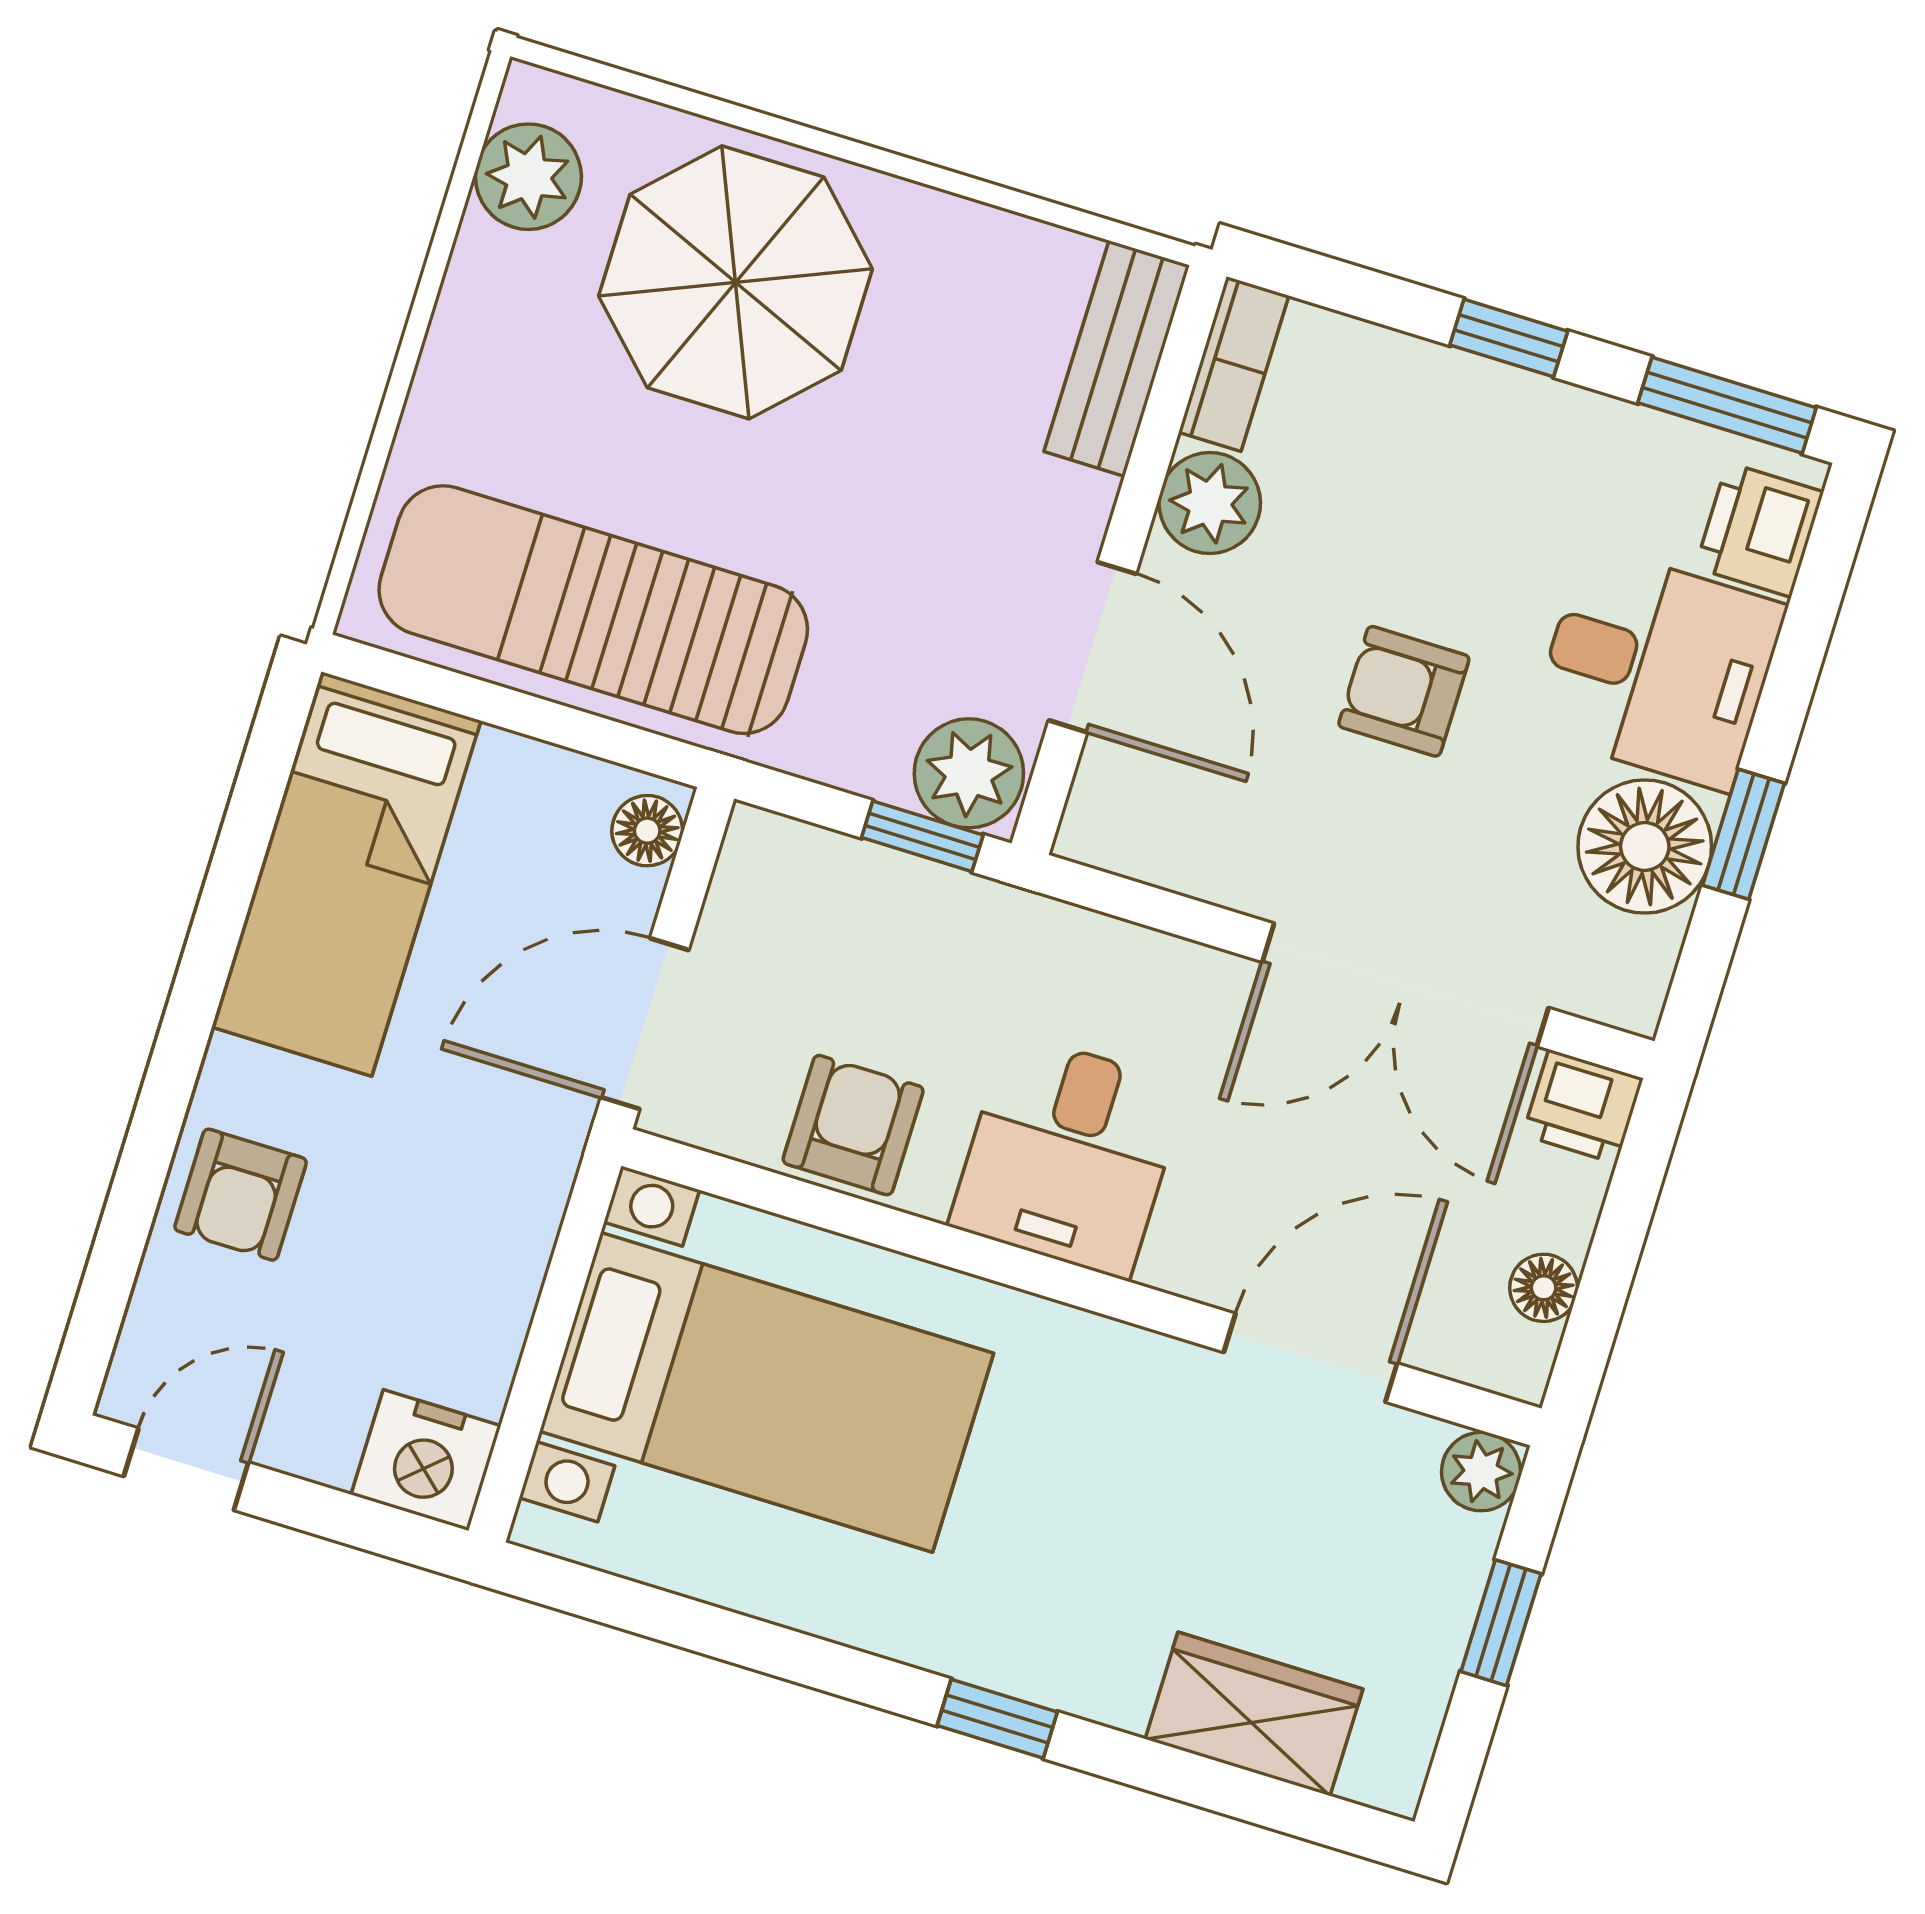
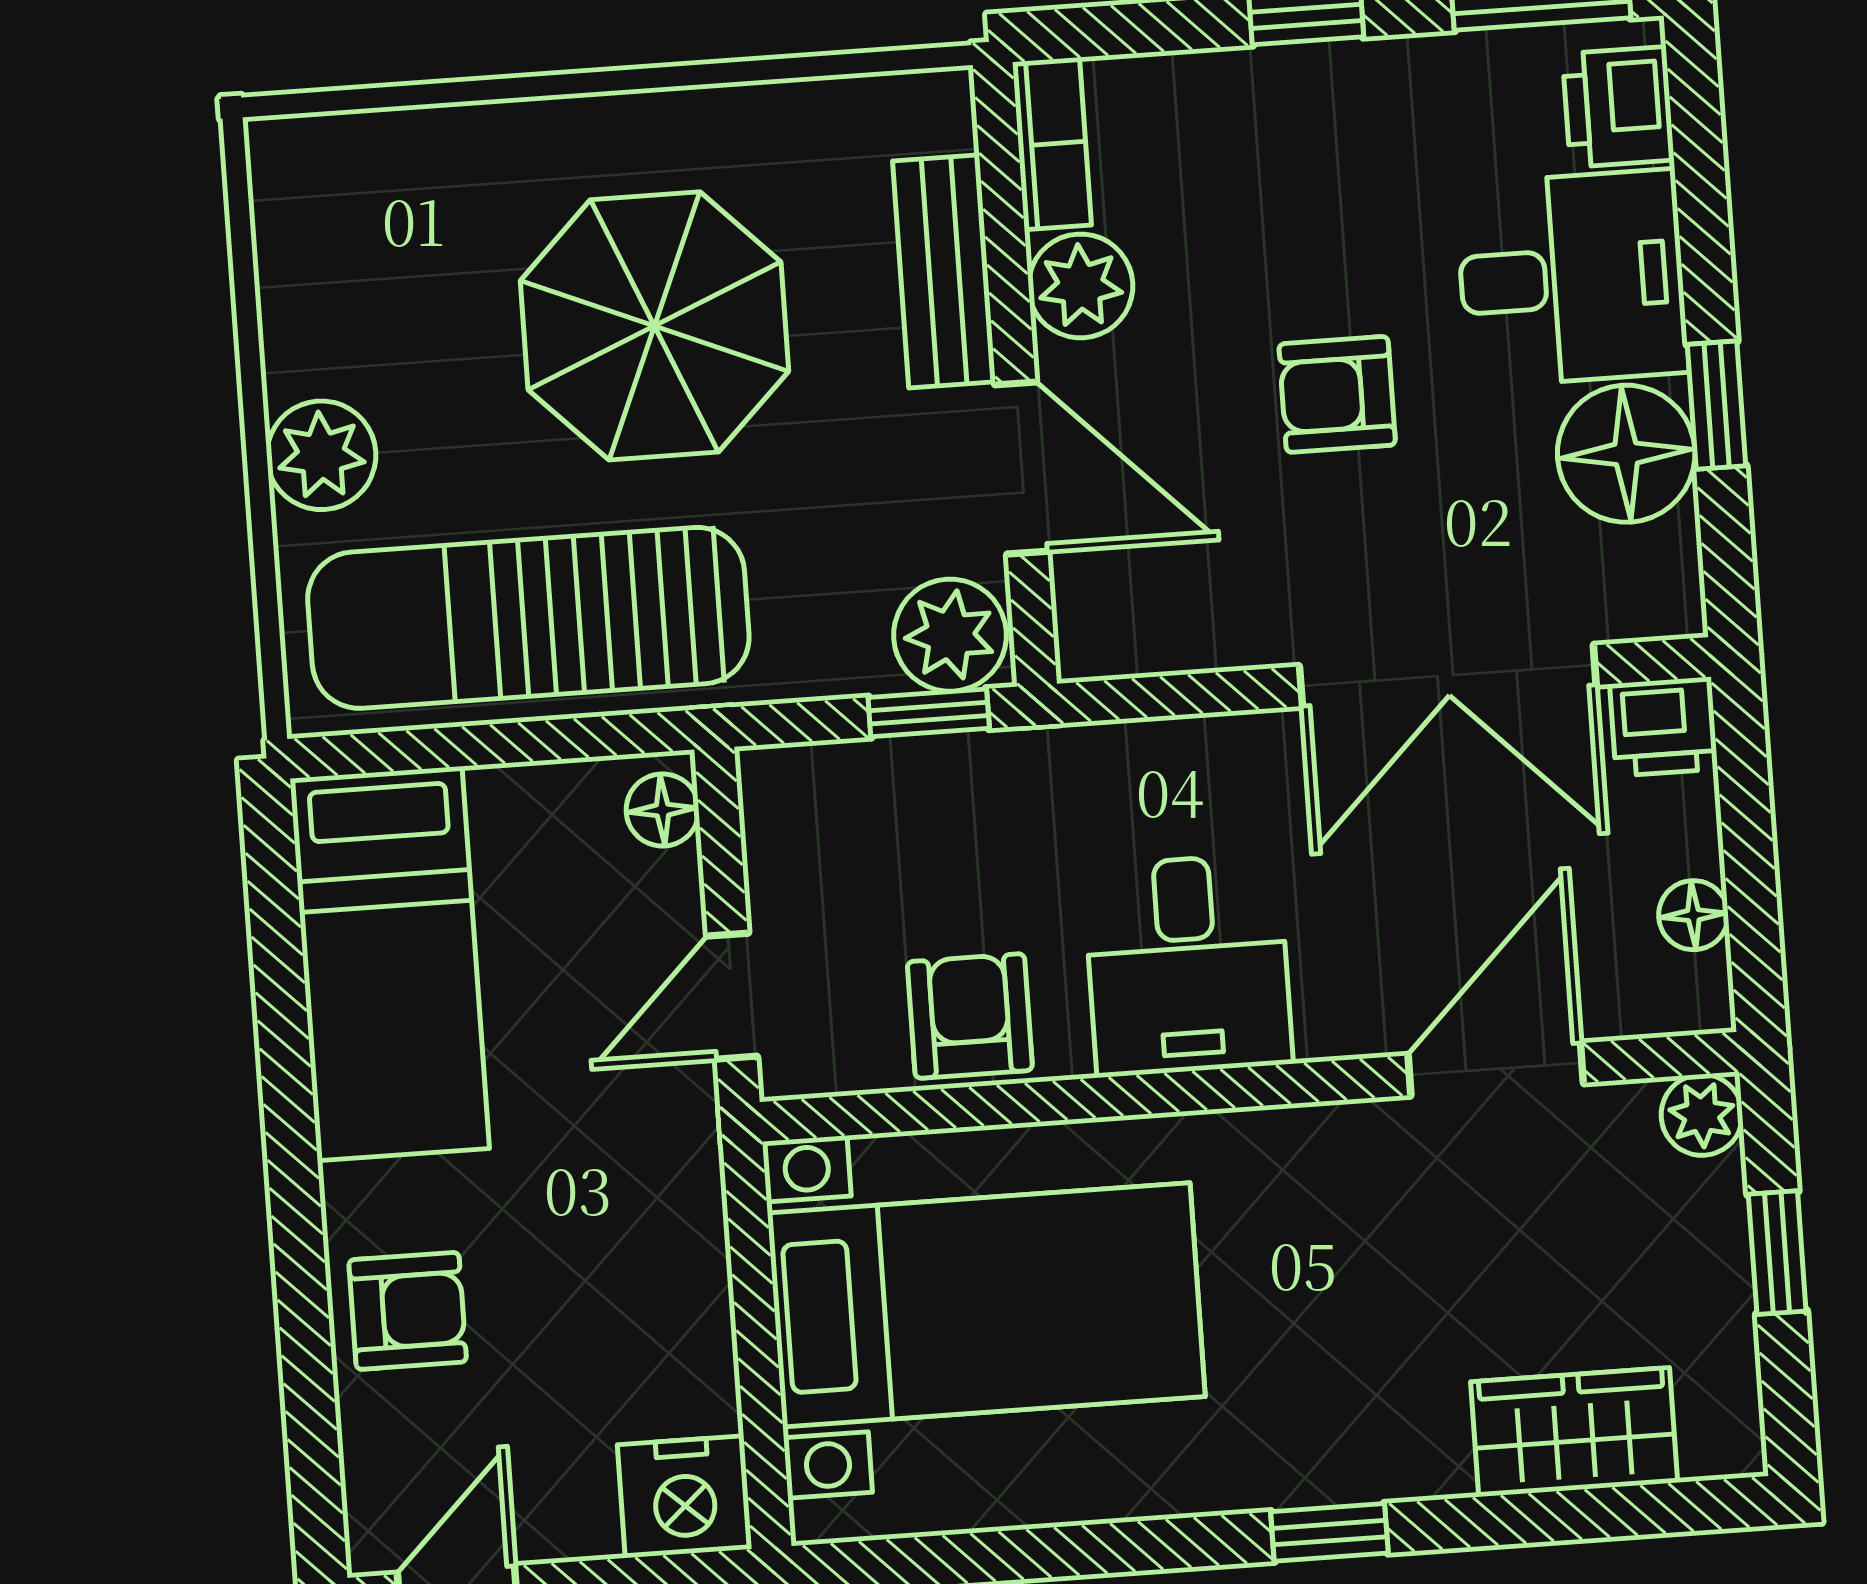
plant: (528, 177) -> (321, 455), moved
parasol: (736, 282) -> (654, 326), moved
bench: (1117, 358) -> (944, 271), moved
door: (645, 1024) -> (732, 996), width x0.73
armchair: (241, 1195) -> (408, 1311), turned -90

